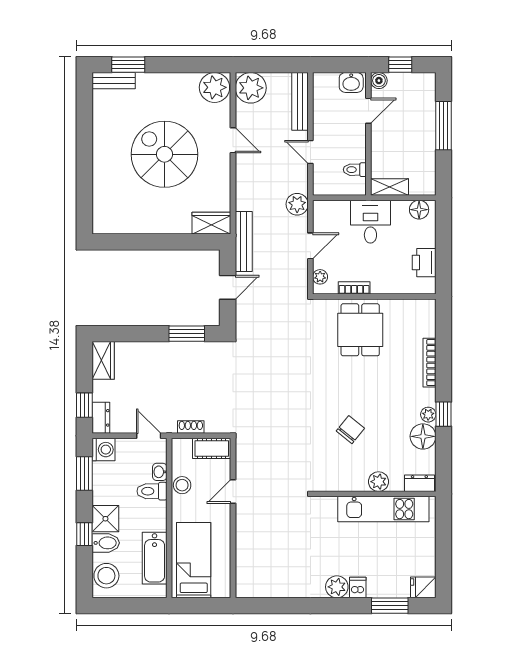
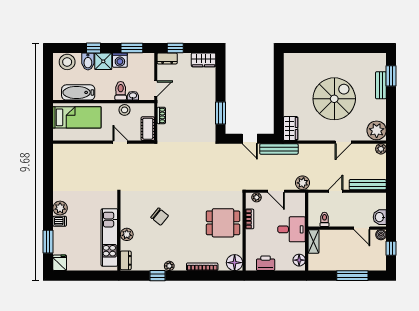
bench: (114, 81) -> (381, 85), moved
plant: (251, 88) -> (381, 149), width x0.53, depth x0.53
window: (444, 414) -> (158, 276), moved
floor lamp: (423, 436) -> (235, 263), moved
washing machine: (103, 450) -> (120, 60), moved

